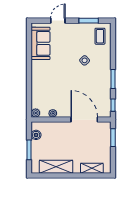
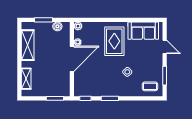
rug: (52, 74) -> (114, 41), added
door: (84, 120) -> (72, 59), moved

